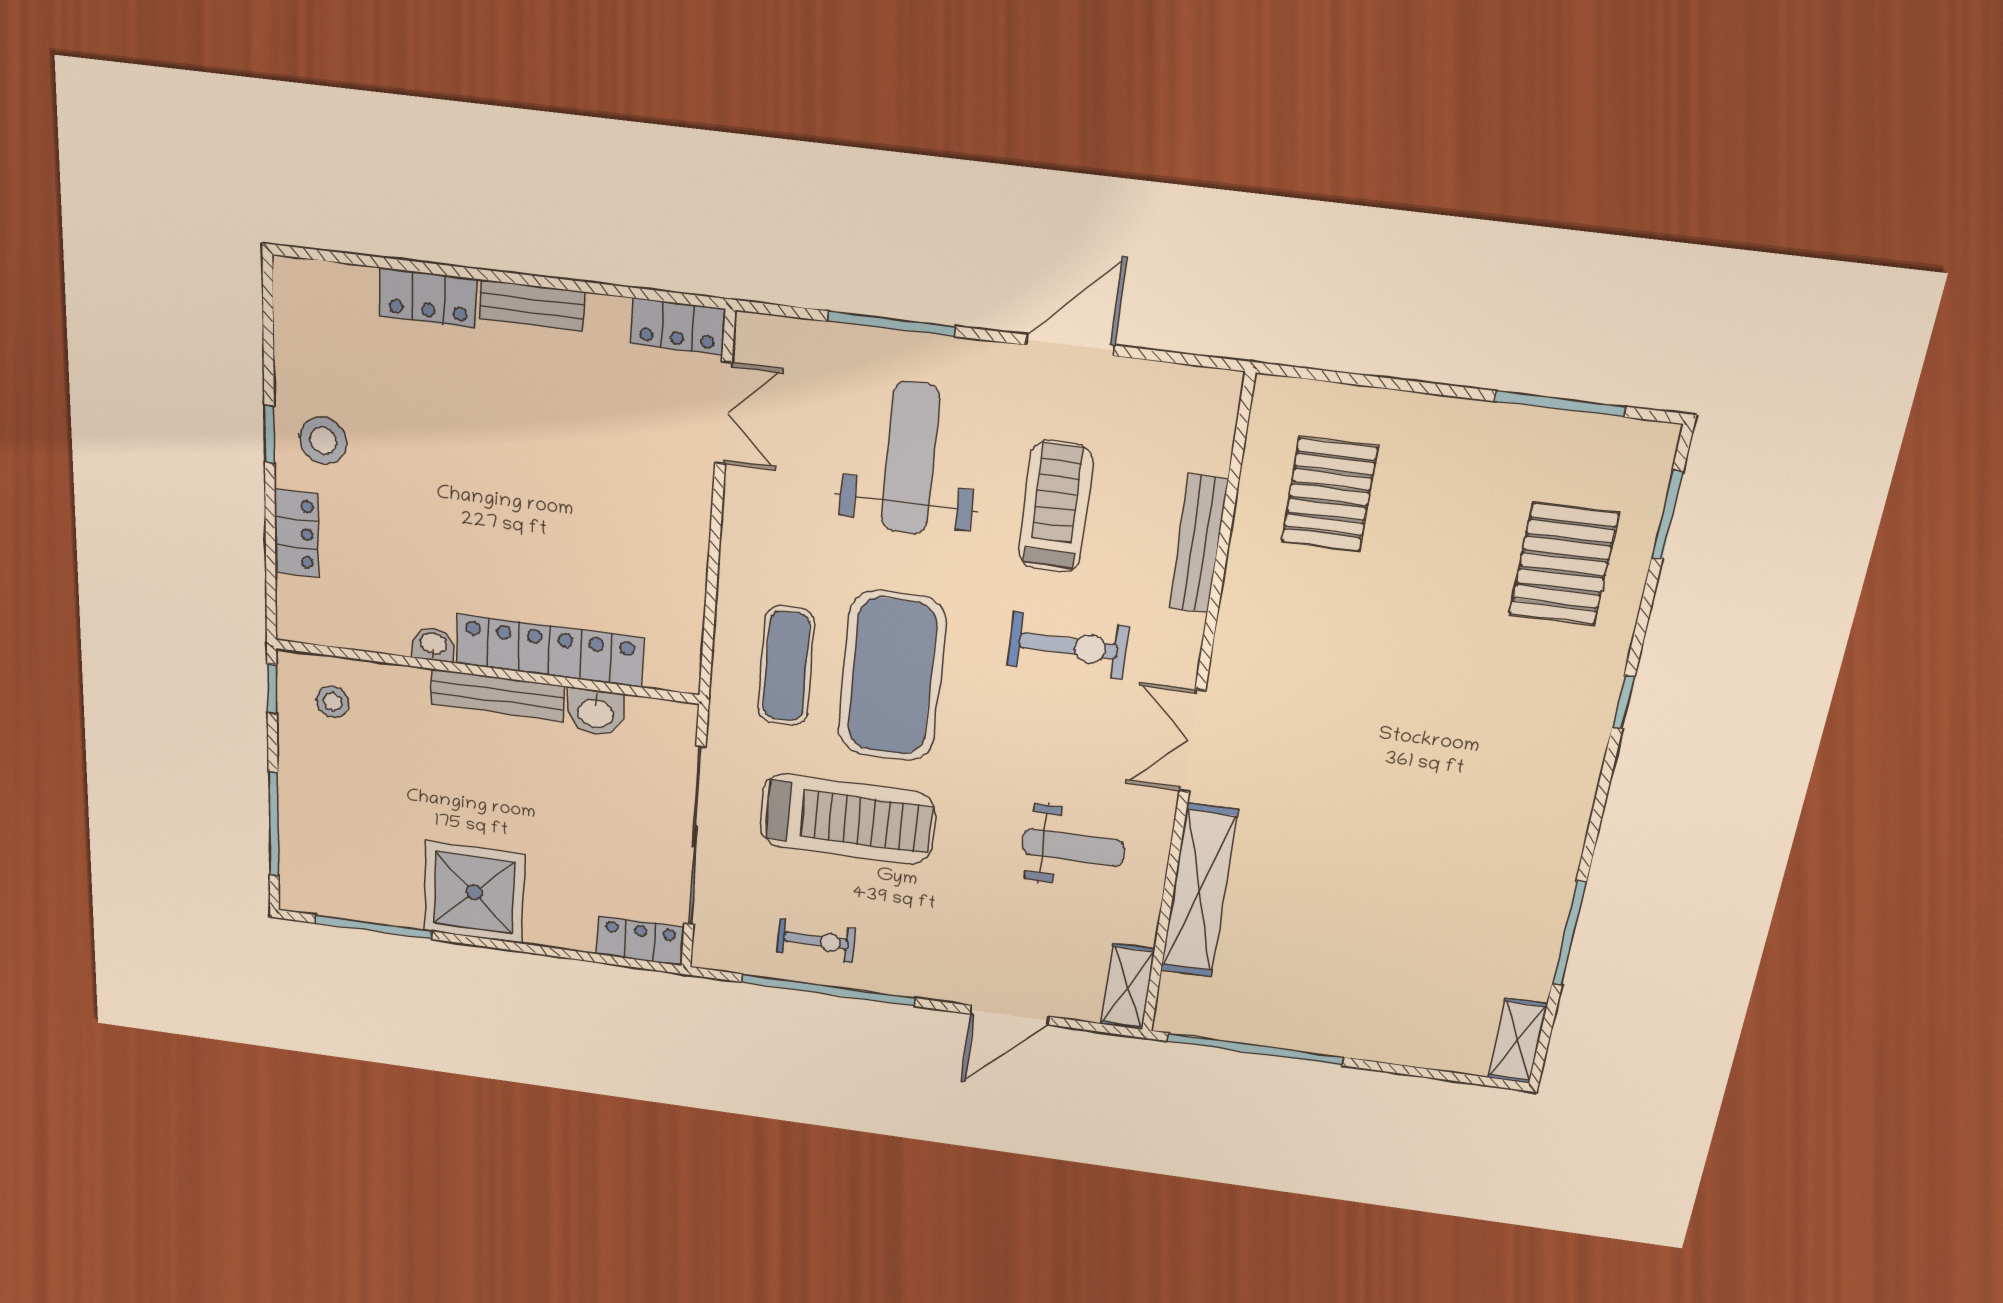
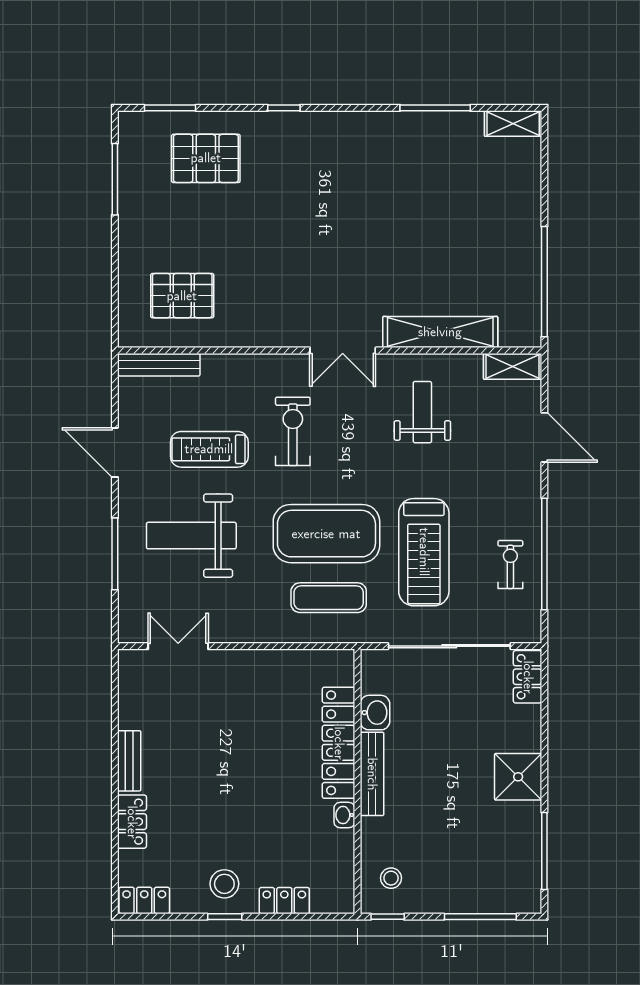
locker: (677, 326) -> (144, 900), moved, turned -90
bench: (1198, 544) -> (159, 365), moved
treadmill: (847, 819) -> (424, 552), turned 180
shower: (474, 893) -> (518, 777), width x0.73, depth x0.73

